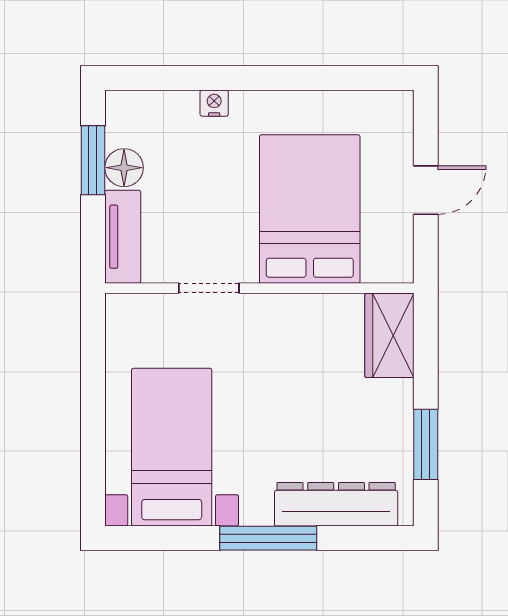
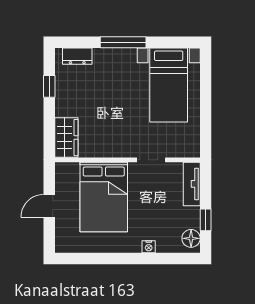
window: (93, 160) -> (206, 220), width x0.67
floor lamp: (124, 168) -> (191, 238), moved
window: (426, 444) -> (49, 86), width x0.67
dresser: (336, 504) -> (77, 56), width x0.51, depth x0.80

